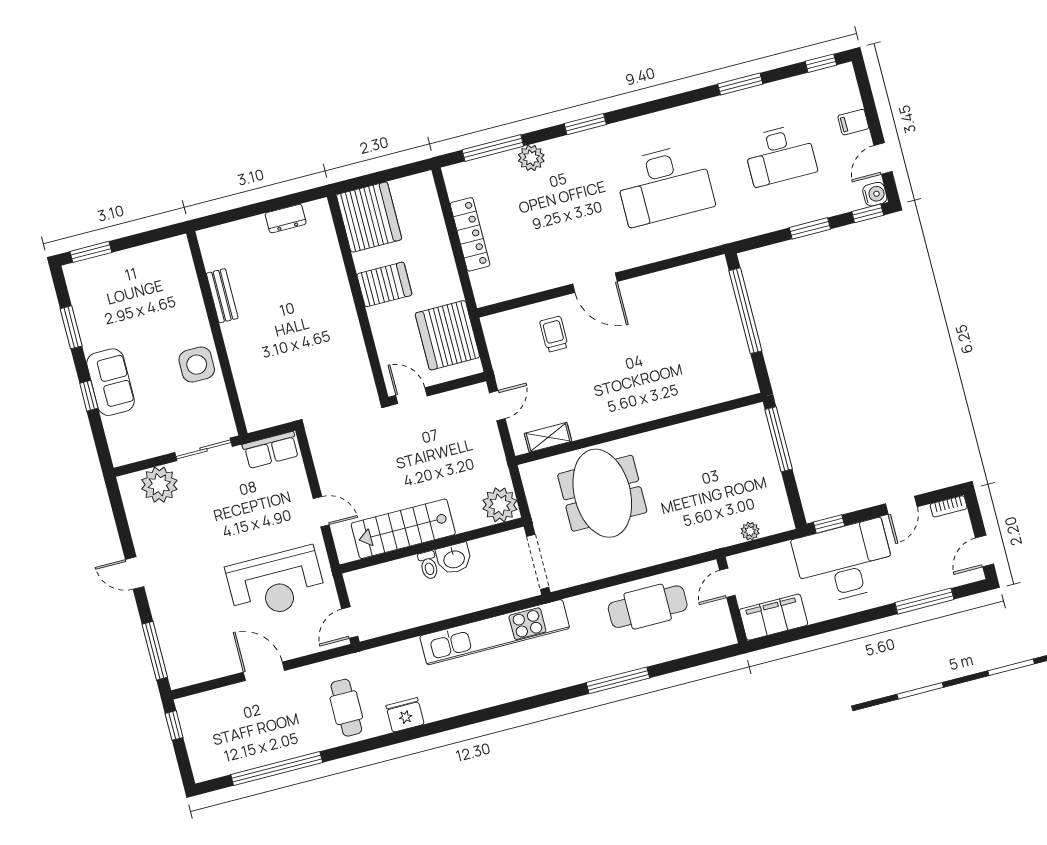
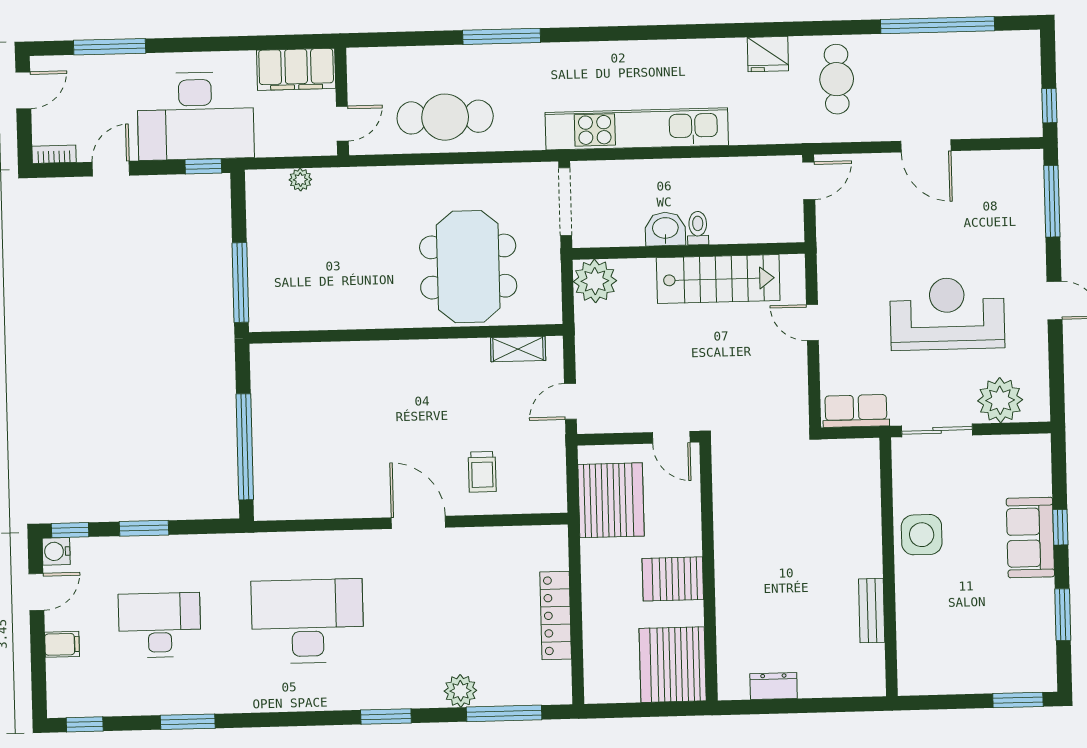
reception desk: (276, 583) -> (947, 314), moved

